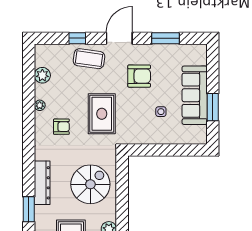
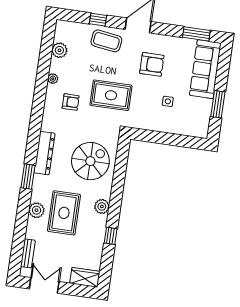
window: (166, 38) -> (196, 34), moved
sofa: (195, 95) -> (205, 69), moved
rug: (102, 114) -> (111, 95), turned 90

